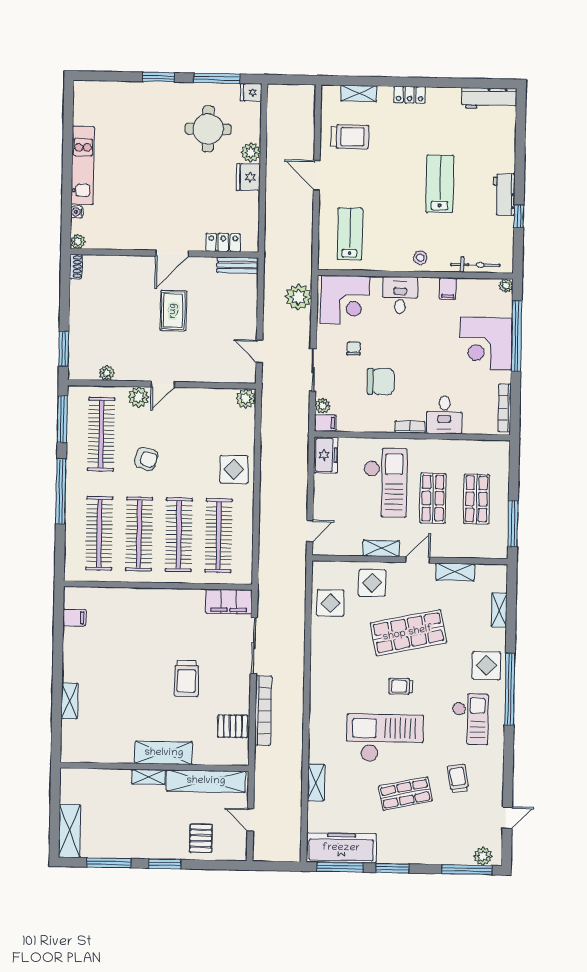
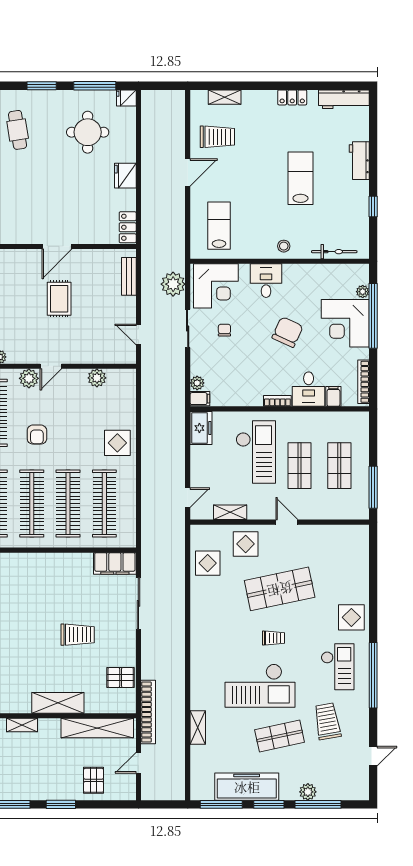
locker: (410, 95) -> (292, 97), moved
cafe table: (131, 125) -> (18, 130), added
plant: (251, 152) -> (127, 153), removed
door: (317, 175) -> (188, 172), swing flipped
workbench: (504, 195) -> (359, 161), moved
locker: (223, 243) -> (128, 227), moved, turned -90
bench: (238, 265) -> (129, 276), moved, turned 90
plant: (506, 286) -> (363, 292), moved
filing cabinet: (448, 288) -> (333, 396), moved, turned 180
sliding door: (313, 370) -> (188, 329), moved
chair: (381, 381) -> (287, 332), moved, turned -65
plant: (246, 399) -> (97, 378), moved
armchair: (146, 459) -> (37, 435), turned 76
shelving: (381, 548) -> (230, 512), moved
door: (418, 560) -> (287, 522), hinge flipped
shelving: (455, 572) -> (321, 533), removed
shelving: (499, 610) -> (362, 567), removed
trolley: (187, 679) -> (78, 635), turned -90
trolley: (401, 686) -> (274, 638), turned 180
window: (510, 689) -> (373, 675), moved
bookcase: (263, 710) -> (148, 712), moved
checkout: (385, 738) -> (260, 686), turned 180
shelving: (149, 777) -> (22, 725), moved
trolley: (458, 779) -> (327, 721), width x1.36, depth x1.39
door: (250, 820) -> (138, 763), hinge flipped
freezer: (341, 848) -> (247, 787), moved
plant: (483, 856) -> (308, 792), moved
window: (467, 870) -> (318, 804), moved

